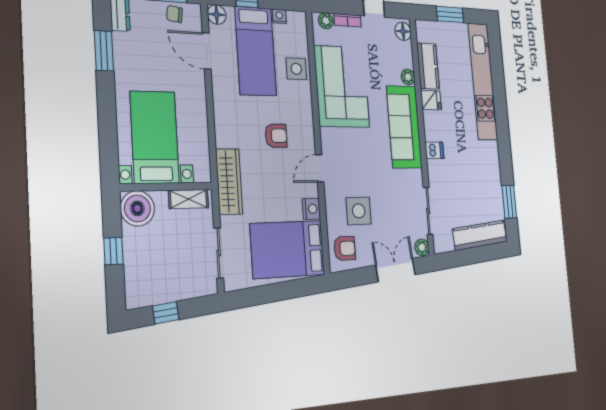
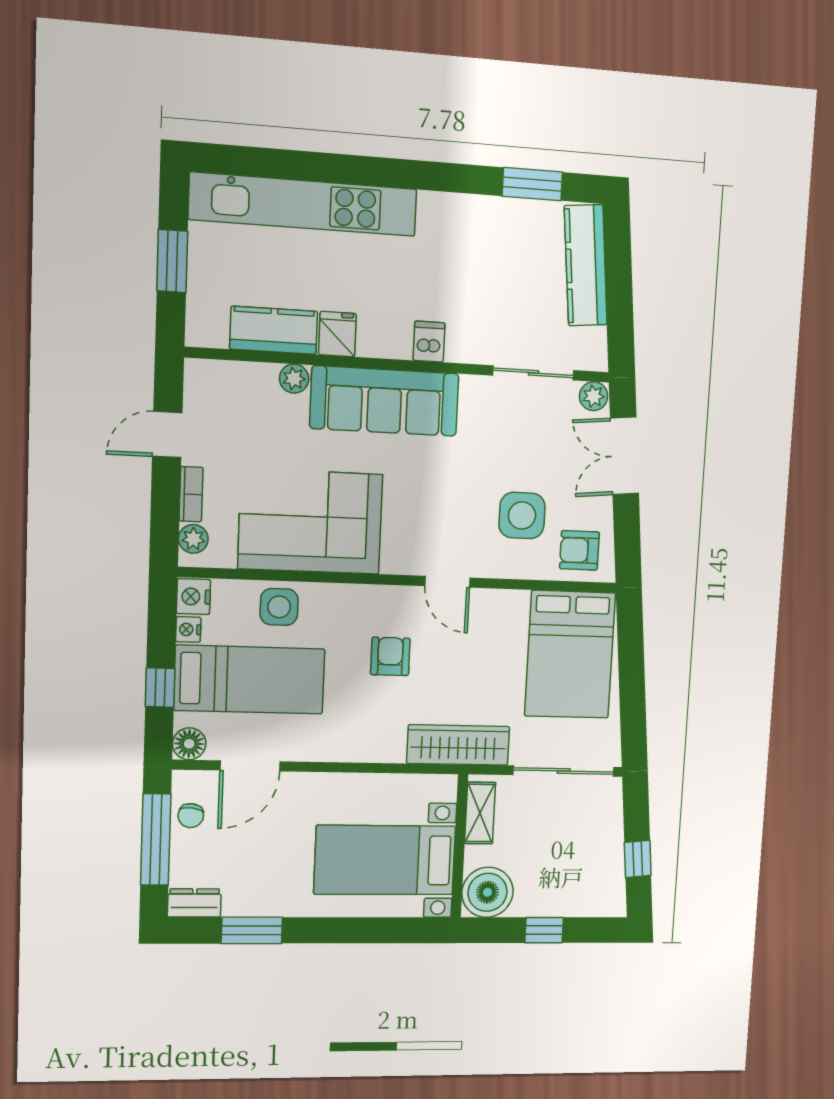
floor lamp: (403, 31) -> (208, 376), removed
nightstand: (311, 209) -> (193, 597), moved, turned -90
armchair: (345, 248) -> (579, 550), turned -90
sliding door: (219, 253) -> (564, 771), width x1.37

